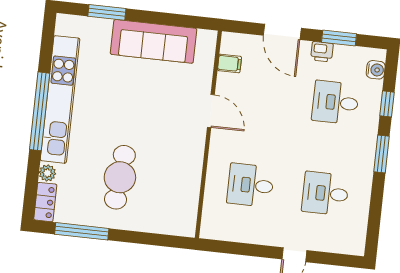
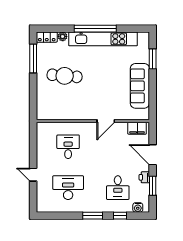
door: (282, 32) -> (153, 155), hinge flipped
filing cabinet: (230, 63) -> (137, 128), width x2.00
desk: (335, 102) -> (118, 188), turned 180
desk: (325, 193) -> (68, 188), width x1.37

